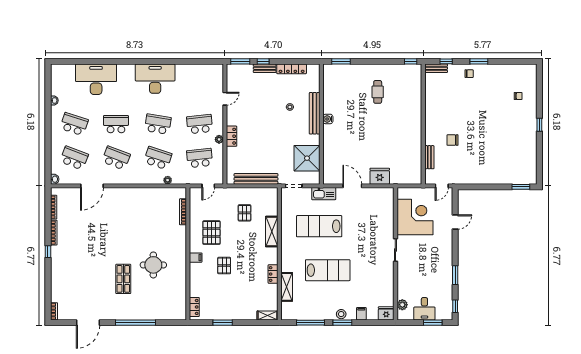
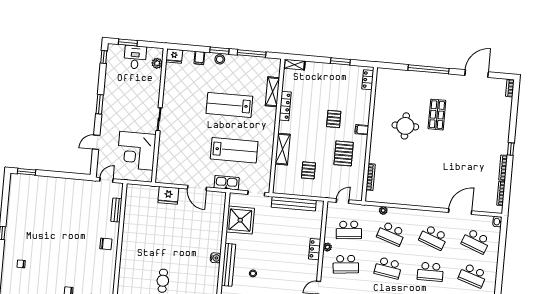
chair: (452, 140) -> (106, 244), moved
locker: (273, 274) -> (285, 106), width x1.53
window: (455, 275) -> (100, 104), moved

